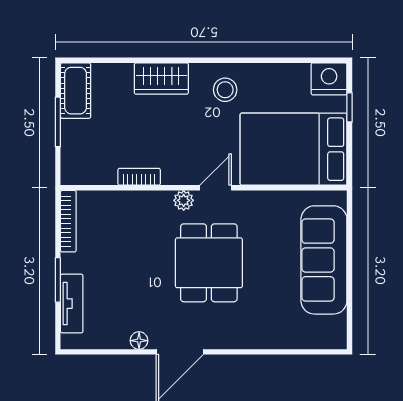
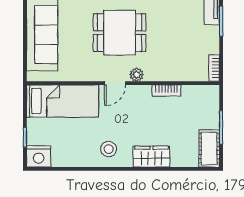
bed: (294, 149) -> (63, 101), width x0.67
bookcase: (68, 221) -> (214, 68), width x0.64
dining table: (209, 263) -> (120, 33), turned 90

